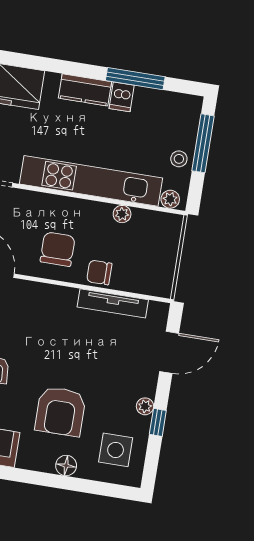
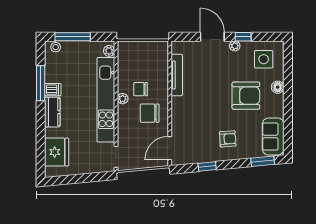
stool: (179, 159) -> (56, 47), moved
plant: (122, 214) -> (123, 99), moved
chair: (99, 272) -> (140, 89), moved, turned 90
door: (169, 352) -> (212, 37), moved

